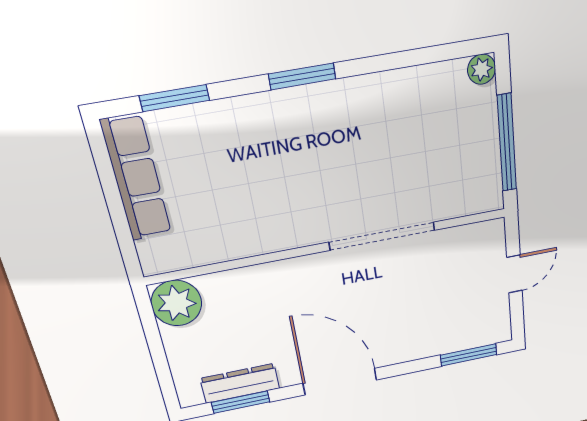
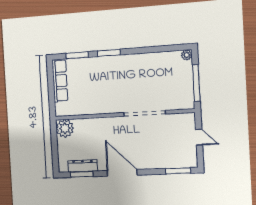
window: (302, 76) -> (109, 53), moved
door: (515, 274) -> (199, 137), hinge flipped

